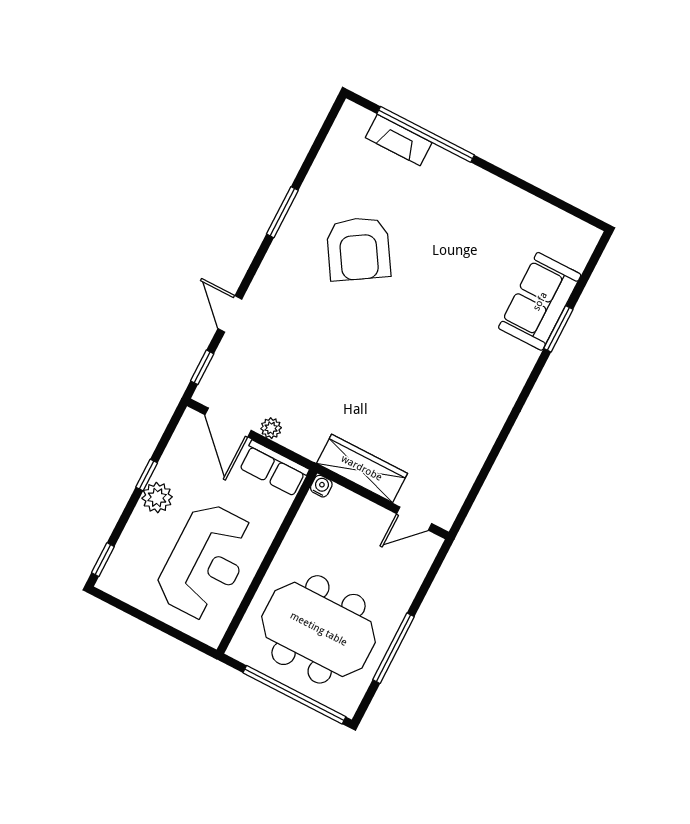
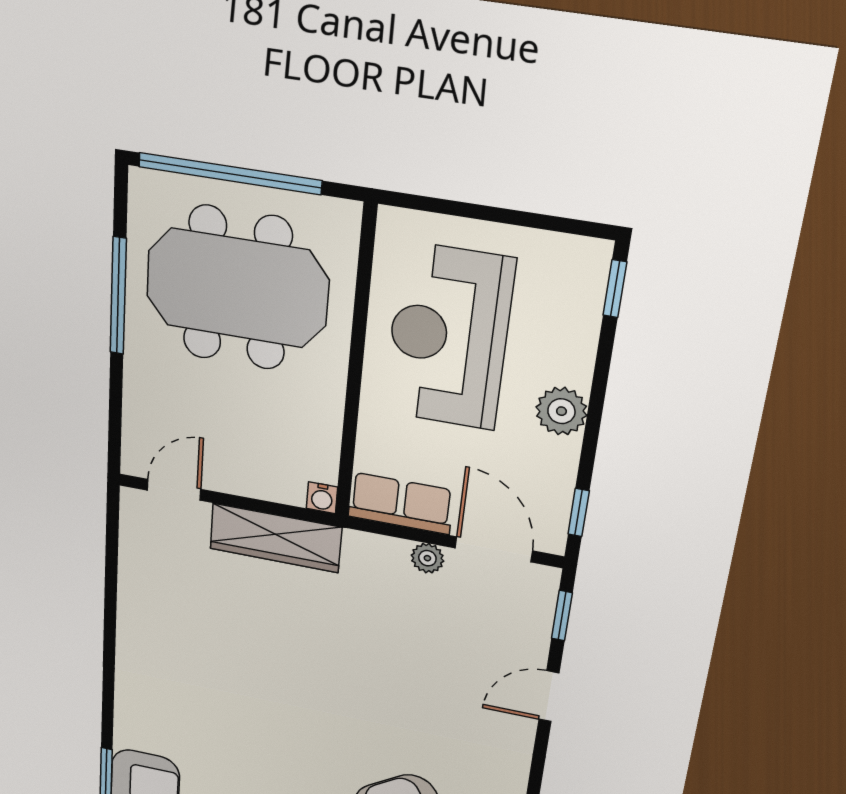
door: (230, 314) -> (549, 696), swing flipped
window: (147, 475) -> (579, 513), moved

